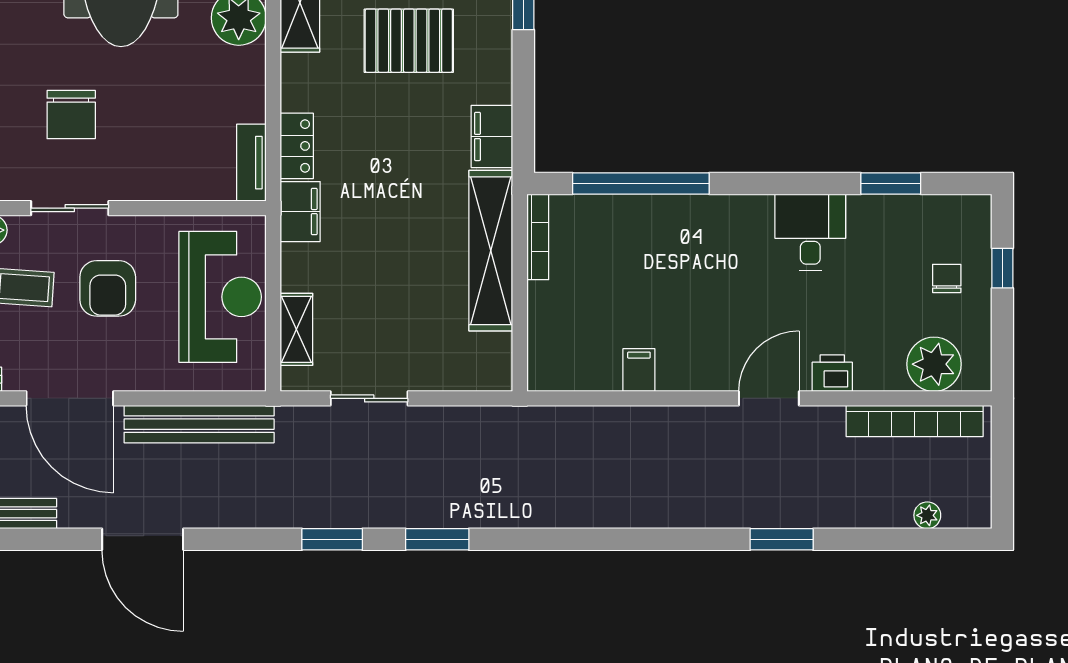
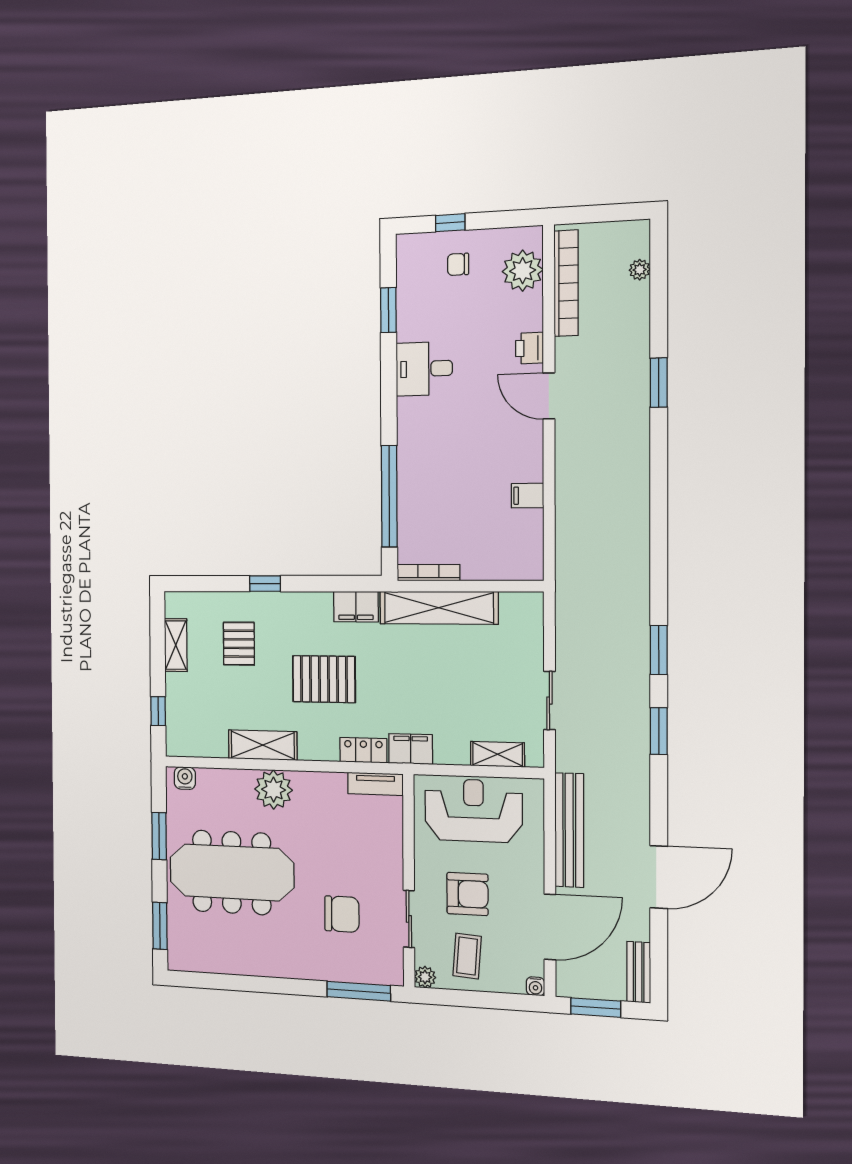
pallet: (409, 41) -> (324, 679), moved, turned 90

